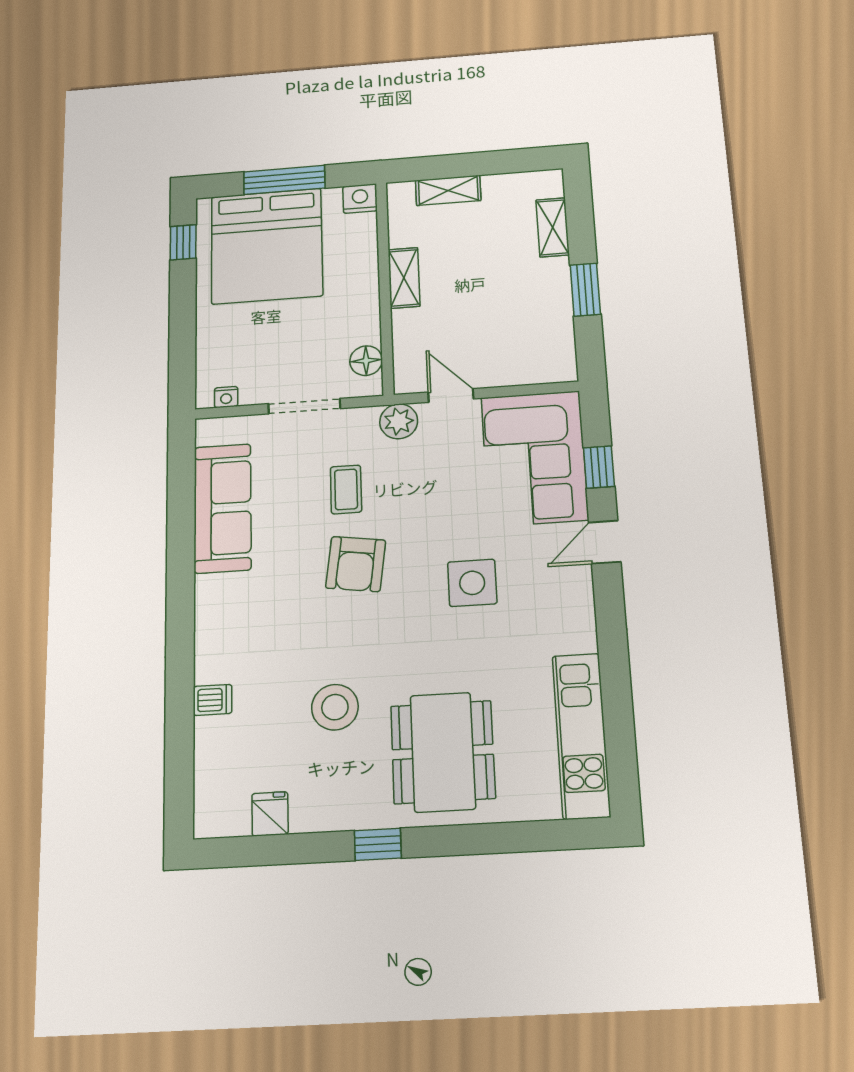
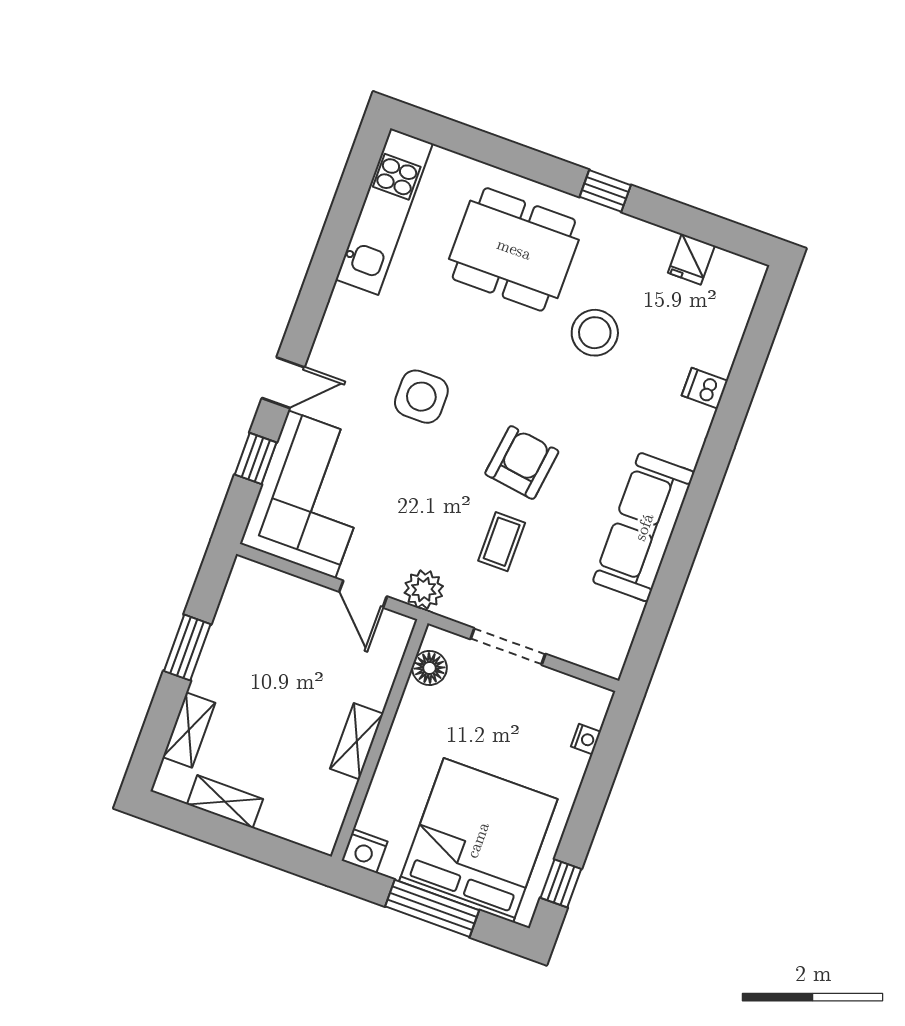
shelving: (448, 190) -> (225, 802), moved
nightstand: (226, 397) -> (586, 739), moved, turned 90
sofa: (223, 508) -> (644, 527), moved
dining table: (443, 752) -> (514, 249), turned 90

